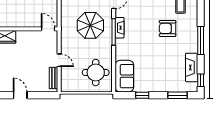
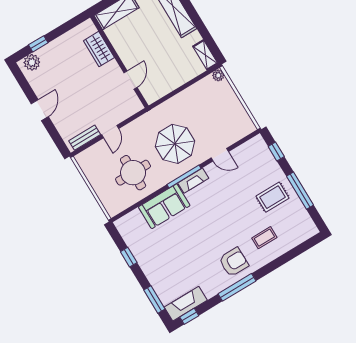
armchair: (168, 28) -> (234, 262), moved, turned 90
door: (48, 29) -> (131, 80), moved
fireplace: (192, 67) -> (186, 304), moved
round table: (96, 73) -> (133, 173), moved
sofa: (124, 76) -> (164, 206), moved

